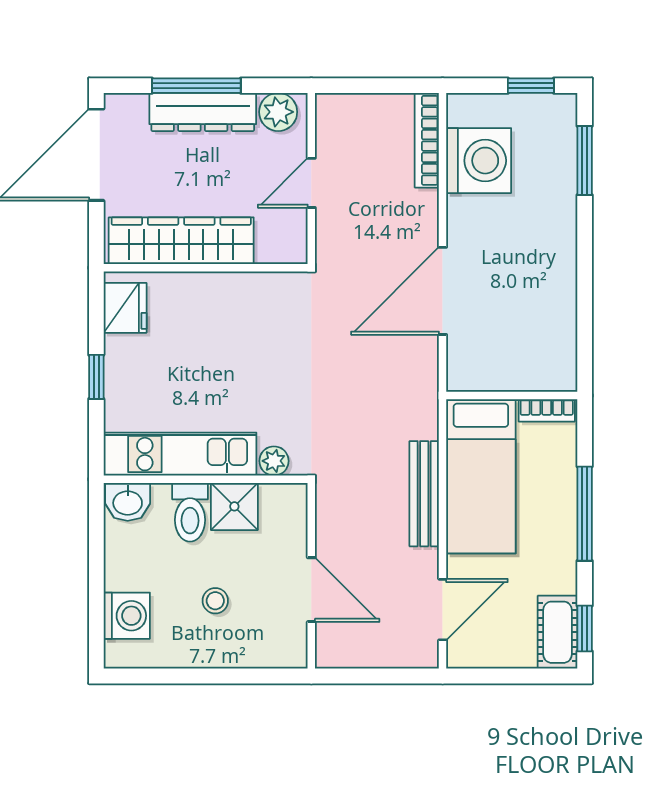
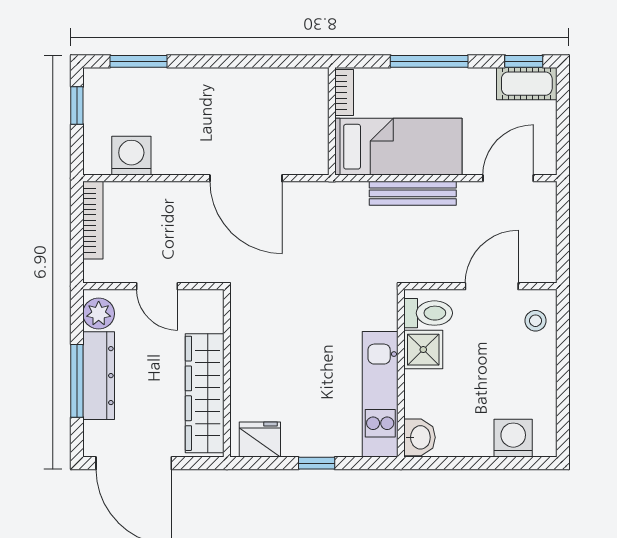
bookcase: (427, 140) -> (93, 220), moved, turned -90
washing machine: (479, 161) -> (131, 156), width x0.73, depth x0.73
plant: (274, 461) -> (386, 317), removed
toilet: (190, 512) -> (428, 313), moved
stool: (215, 601) -> (535, 321), moved
door: (443, 610) -> (508, 178), hinge flipped

